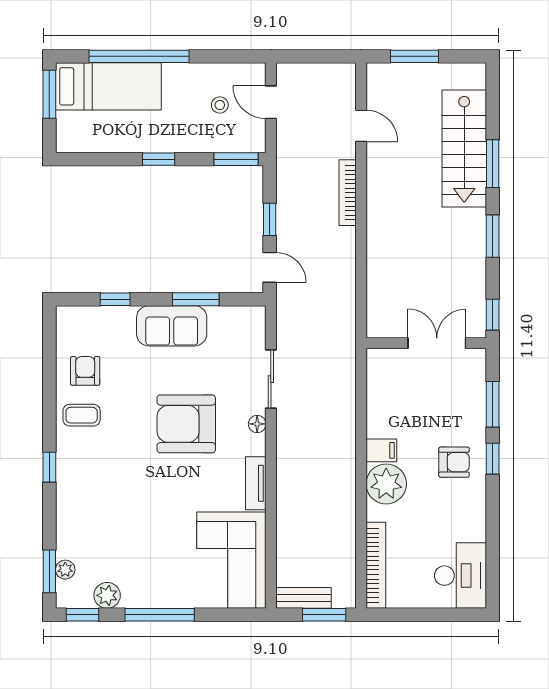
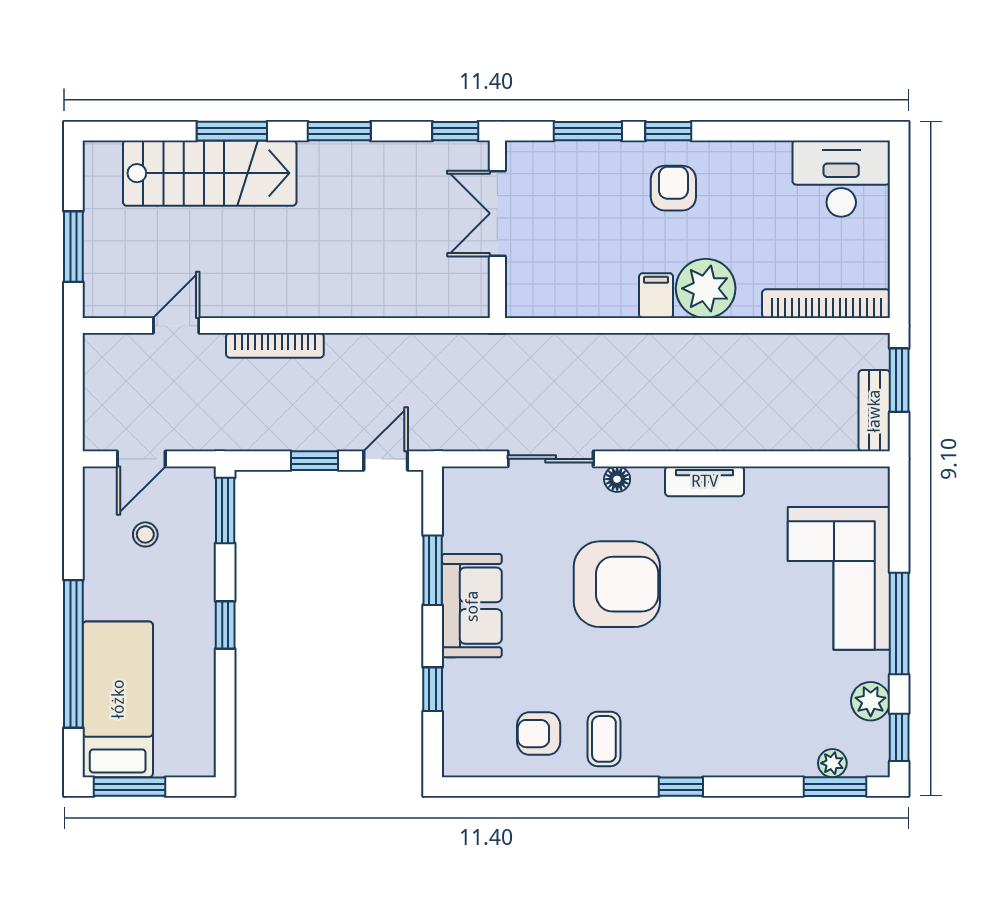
armchair: (186, 424) -> (617, 584), turned -90
corner sofa: (231, 560) -> (839, 578), moved, turned 90

